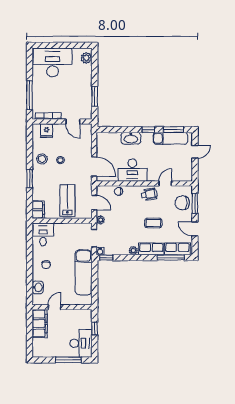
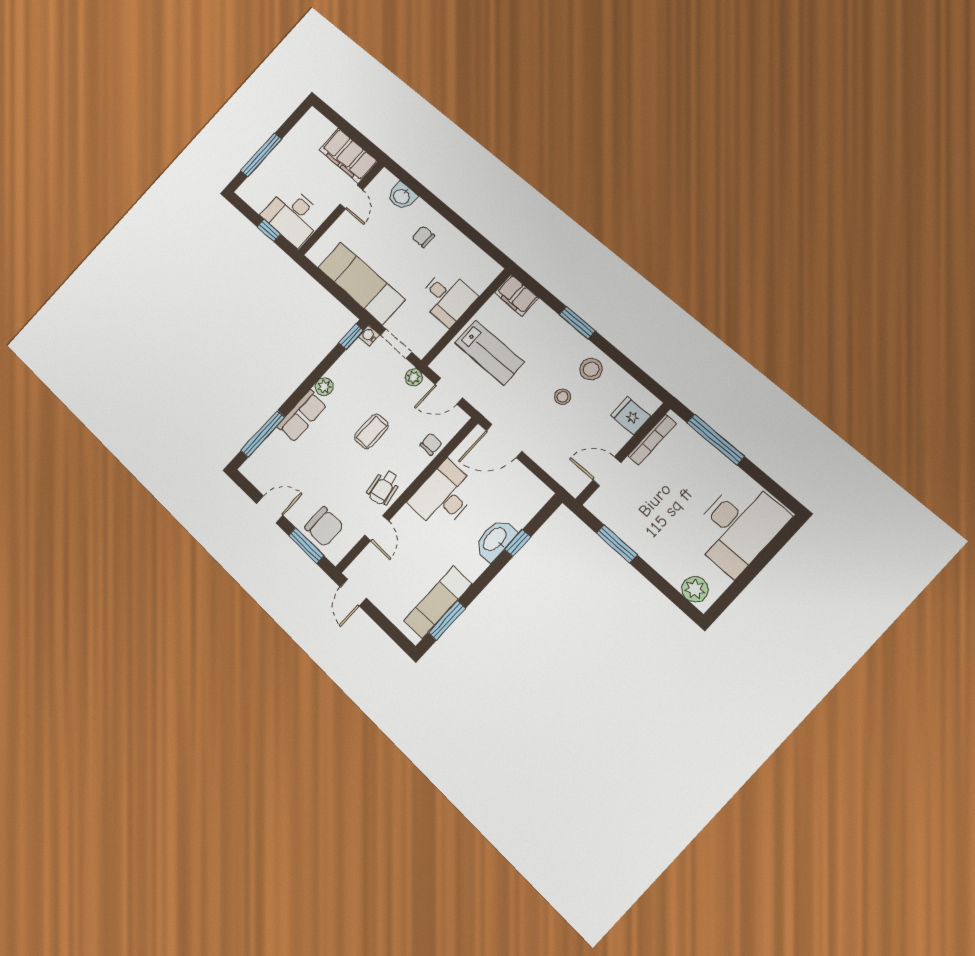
window: (148, 130) -> (518, 543), moved
door: (195, 152) -> (353, 592), moved
chair: (182, 203) -> (324, 527), turned 90
coffee table: (153, 223) -> (371, 431), moved
desk: (43, 234) -> (447, 298), moved
row of seats: (177, 249) -> (266, 455), removed
desk: (81, 343) -> (293, 216), moved

